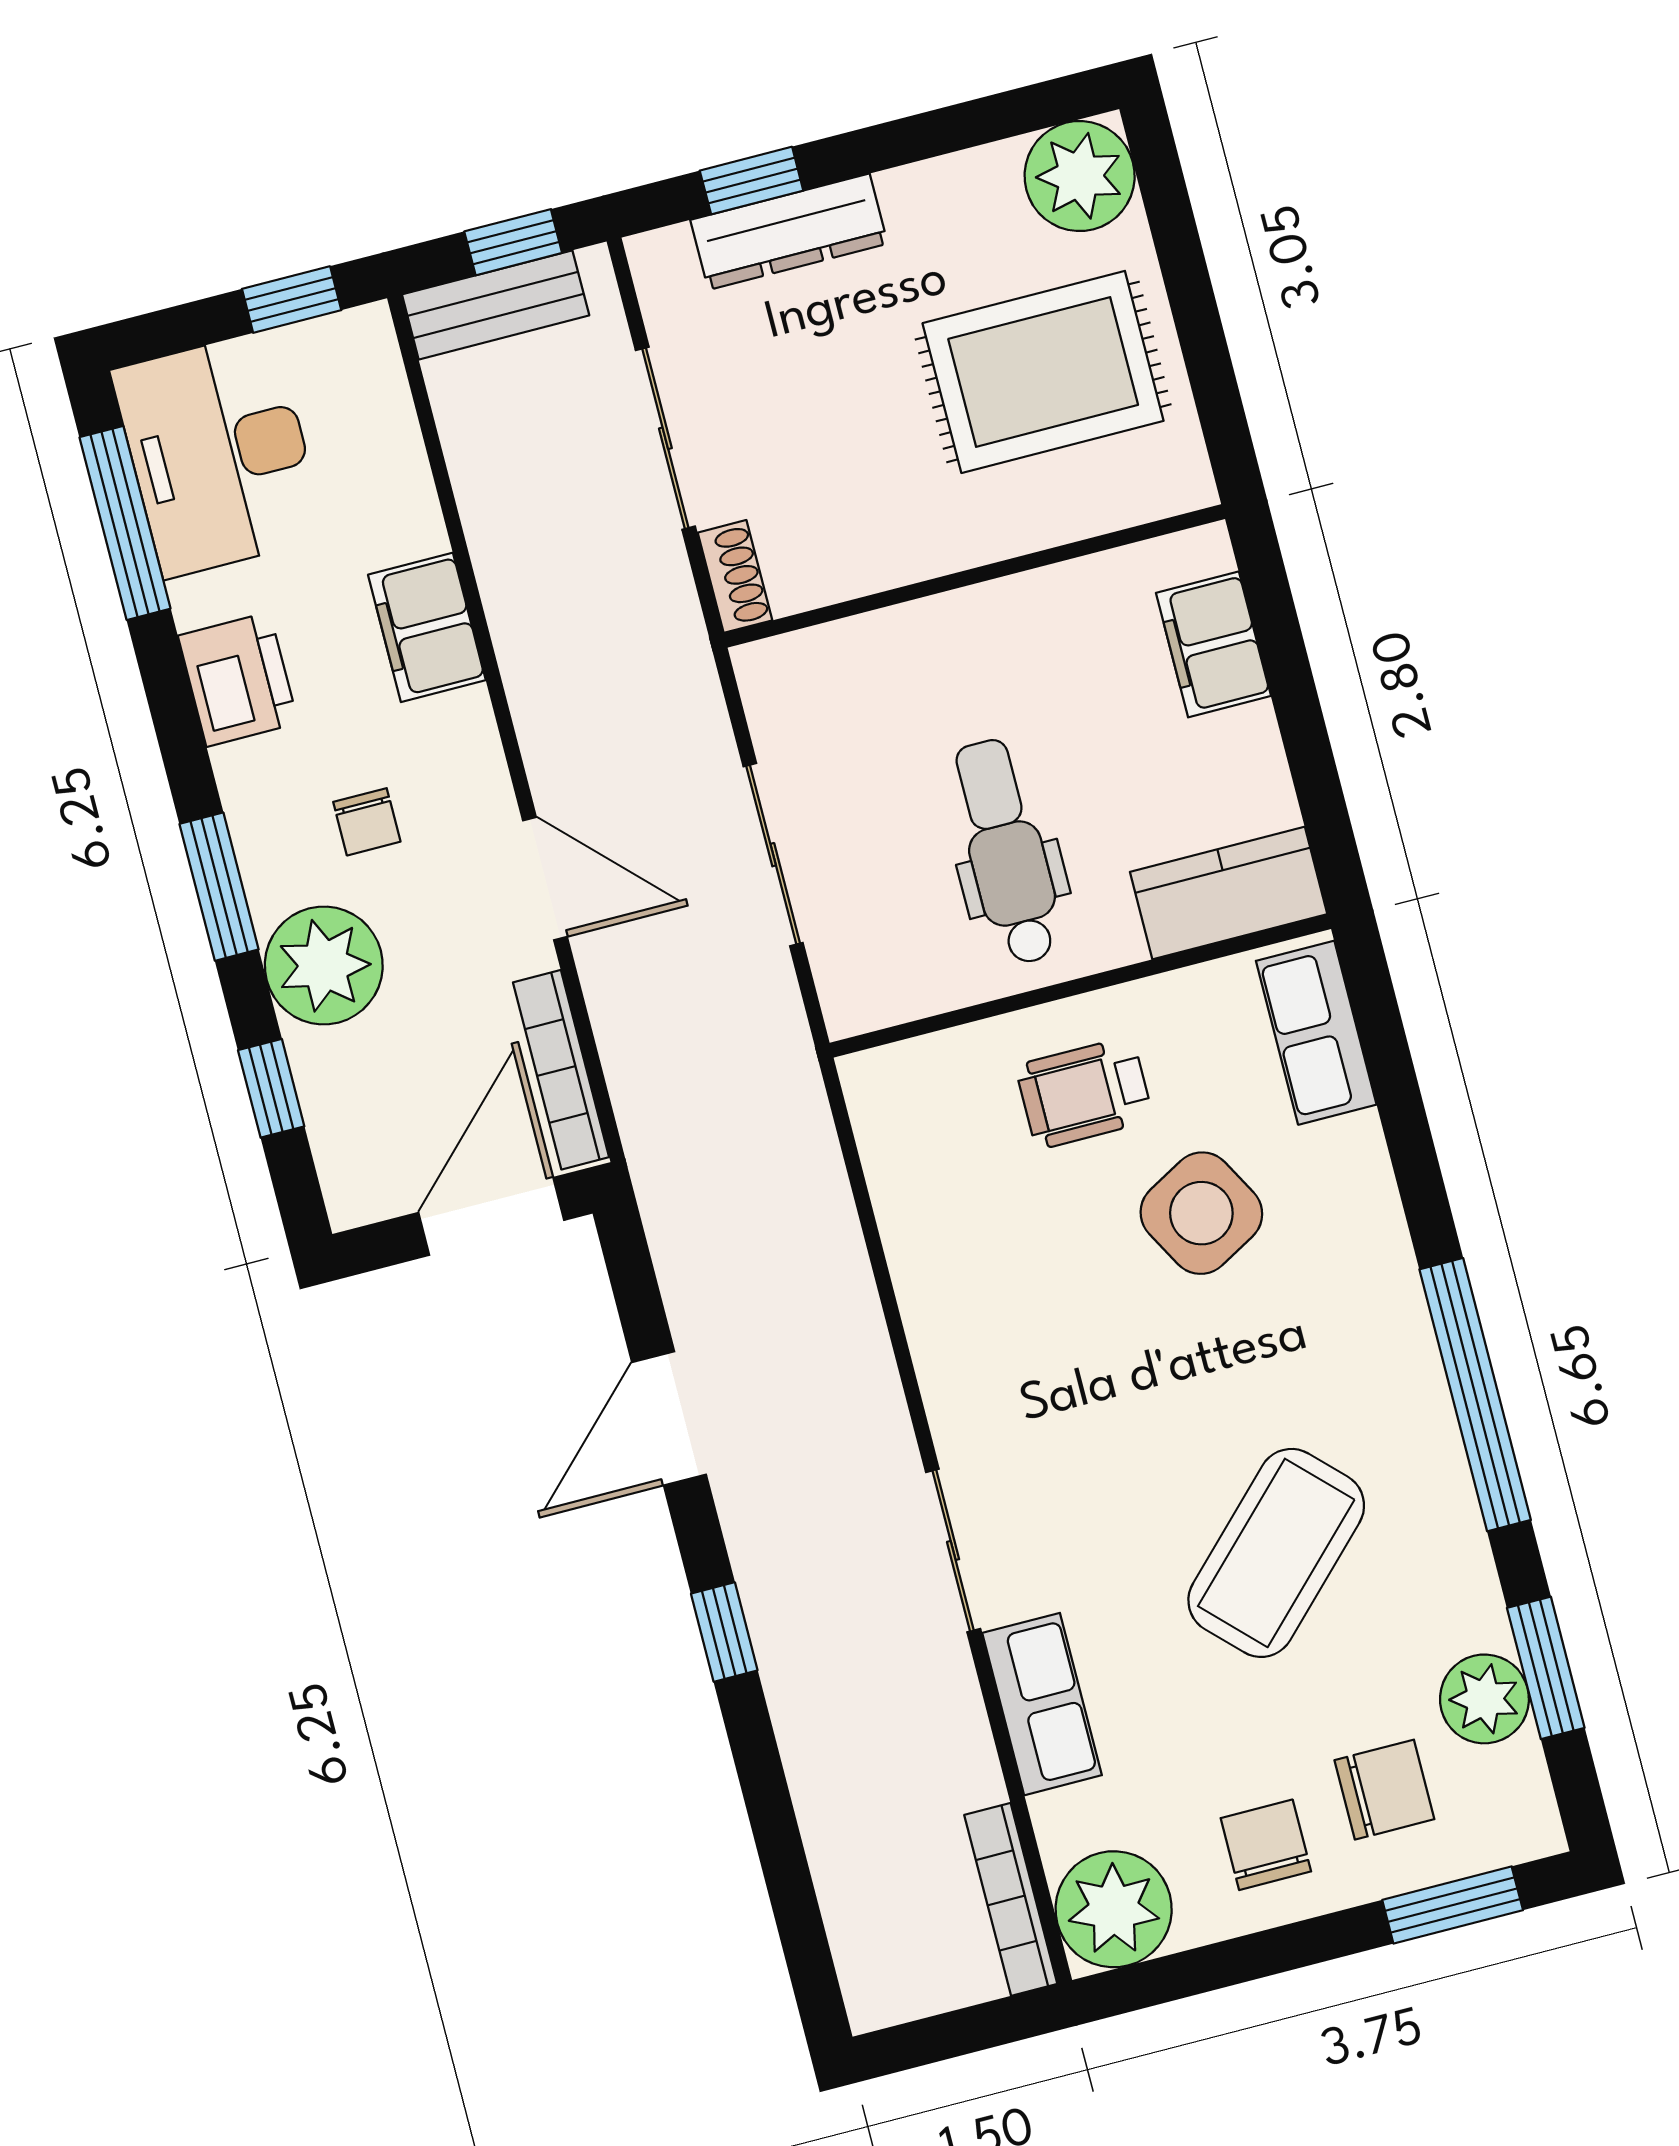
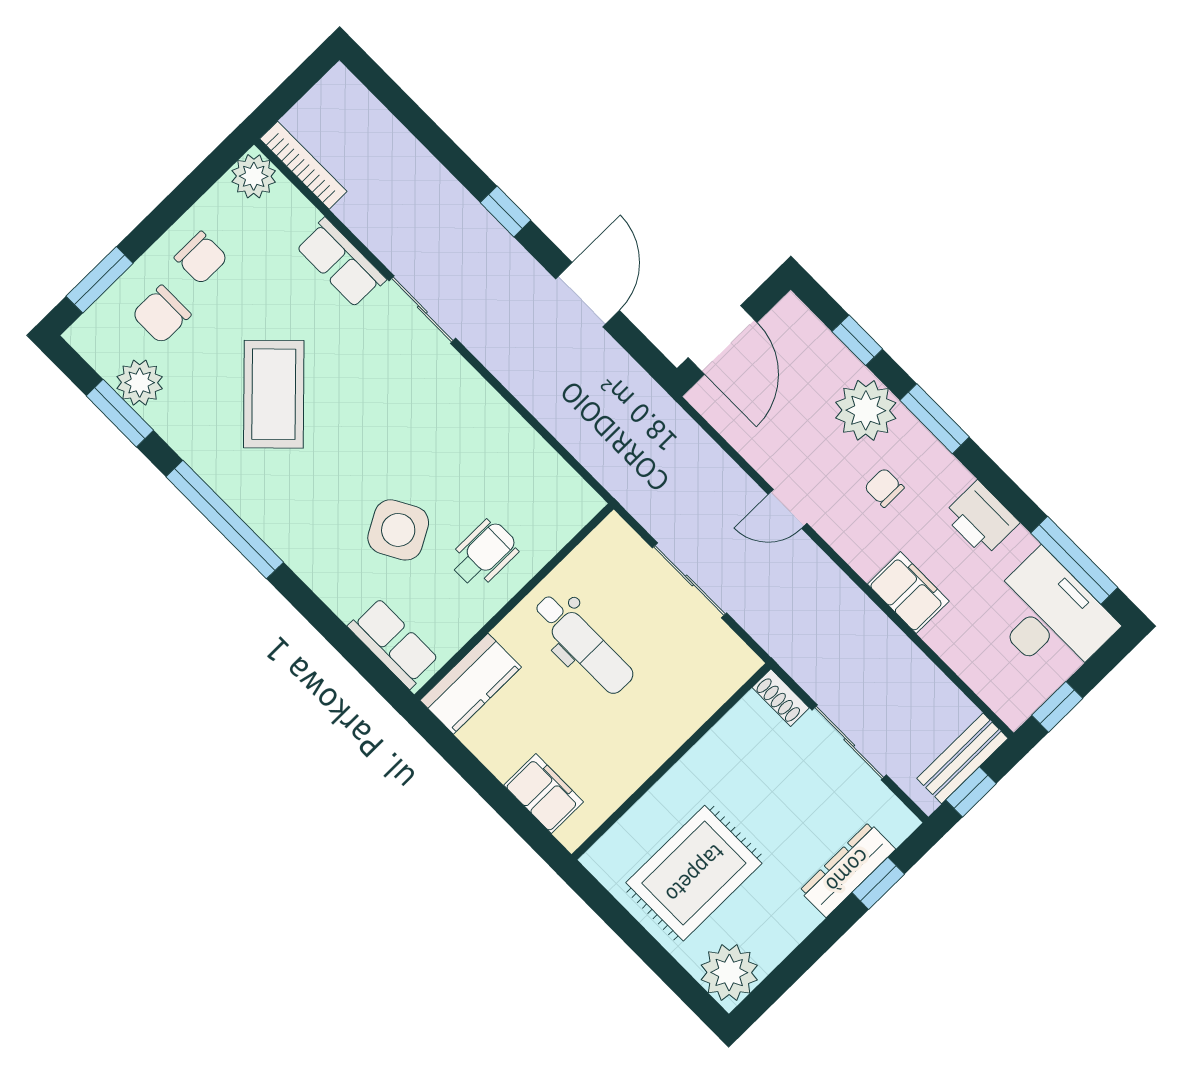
door: (545, 879) -> (788, 509), width x0.73
bookcase: (561, 1070) -> (729, 426), removed
plant: (1114, 1909) -> (254, 176), width x0.73, depth x0.73

